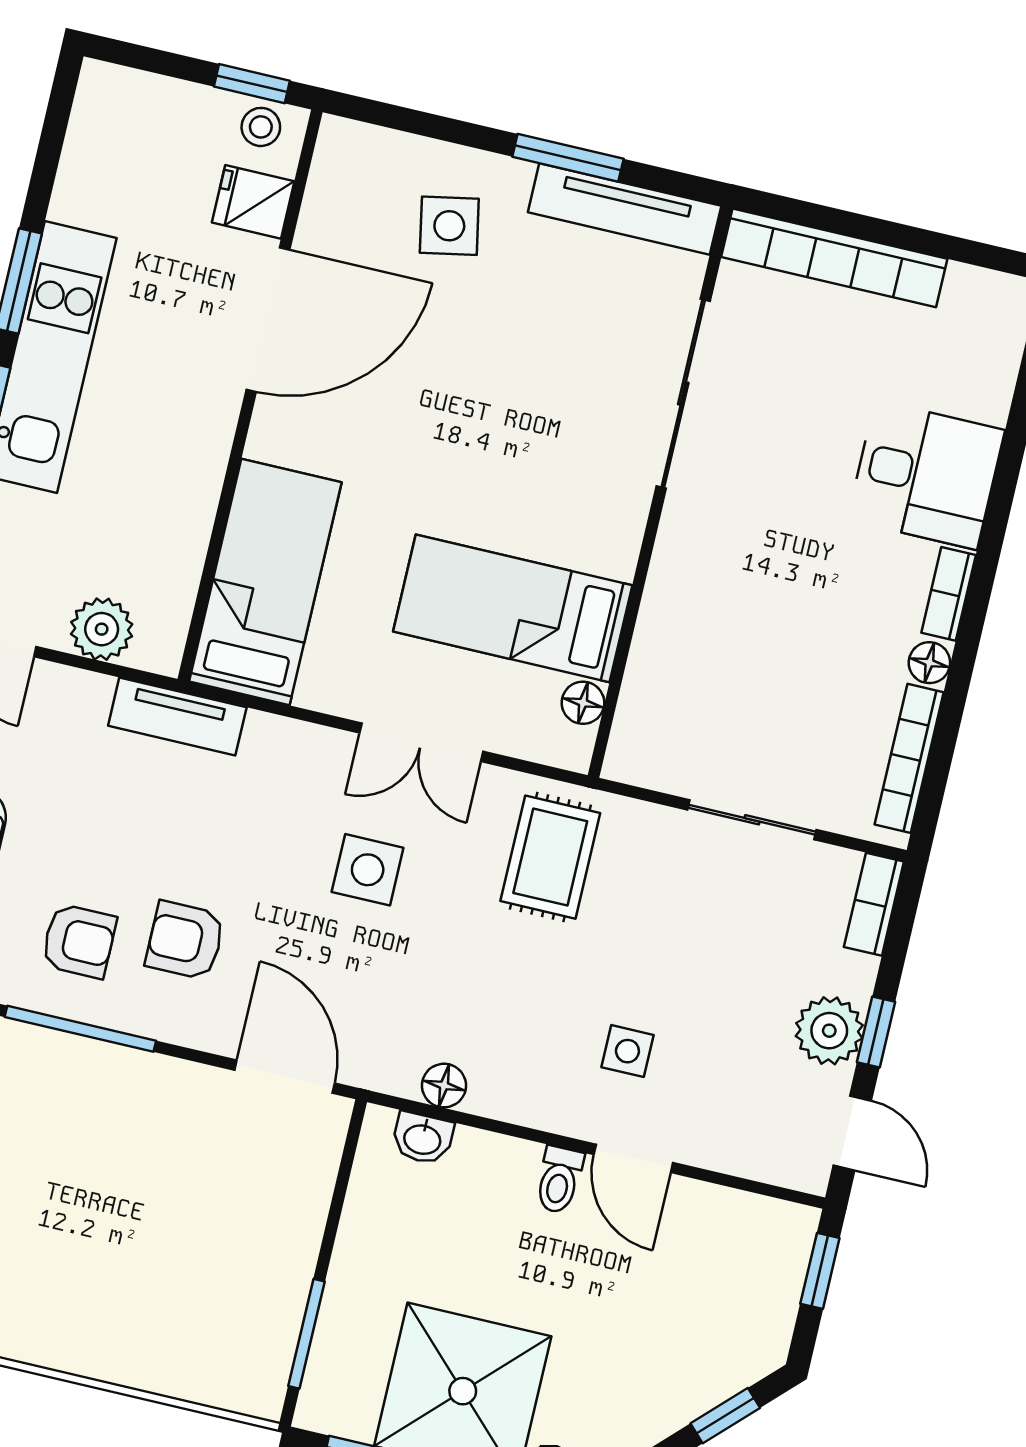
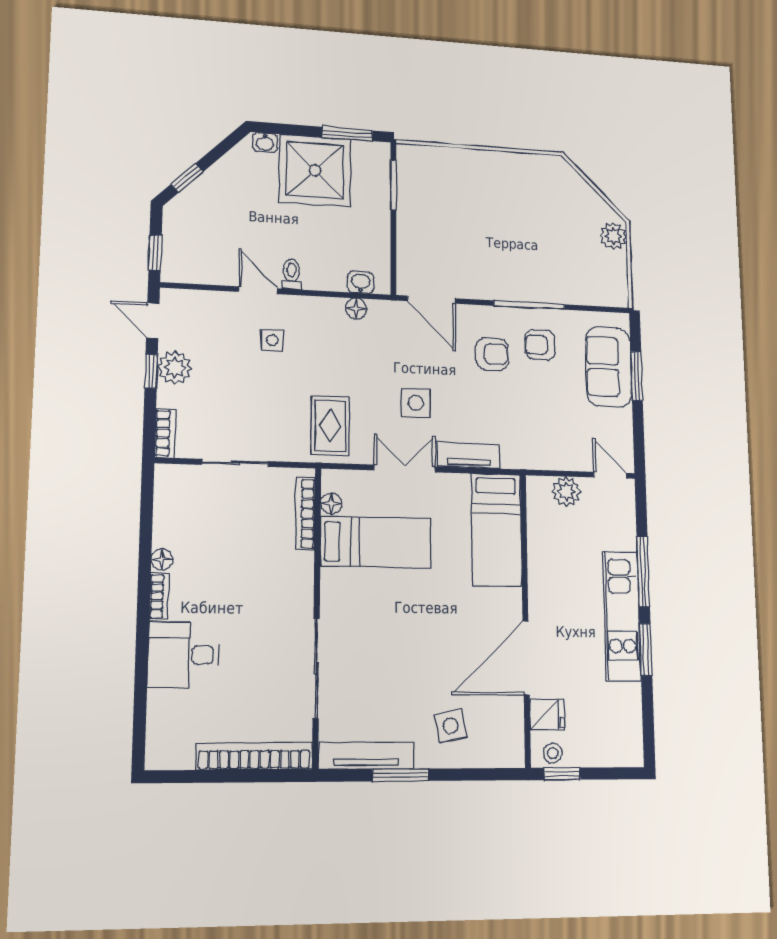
tv unit: (177, 717) -> (468, 456), moved
bookcase: (909, 758) -> (305, 514), moved, turned 180

